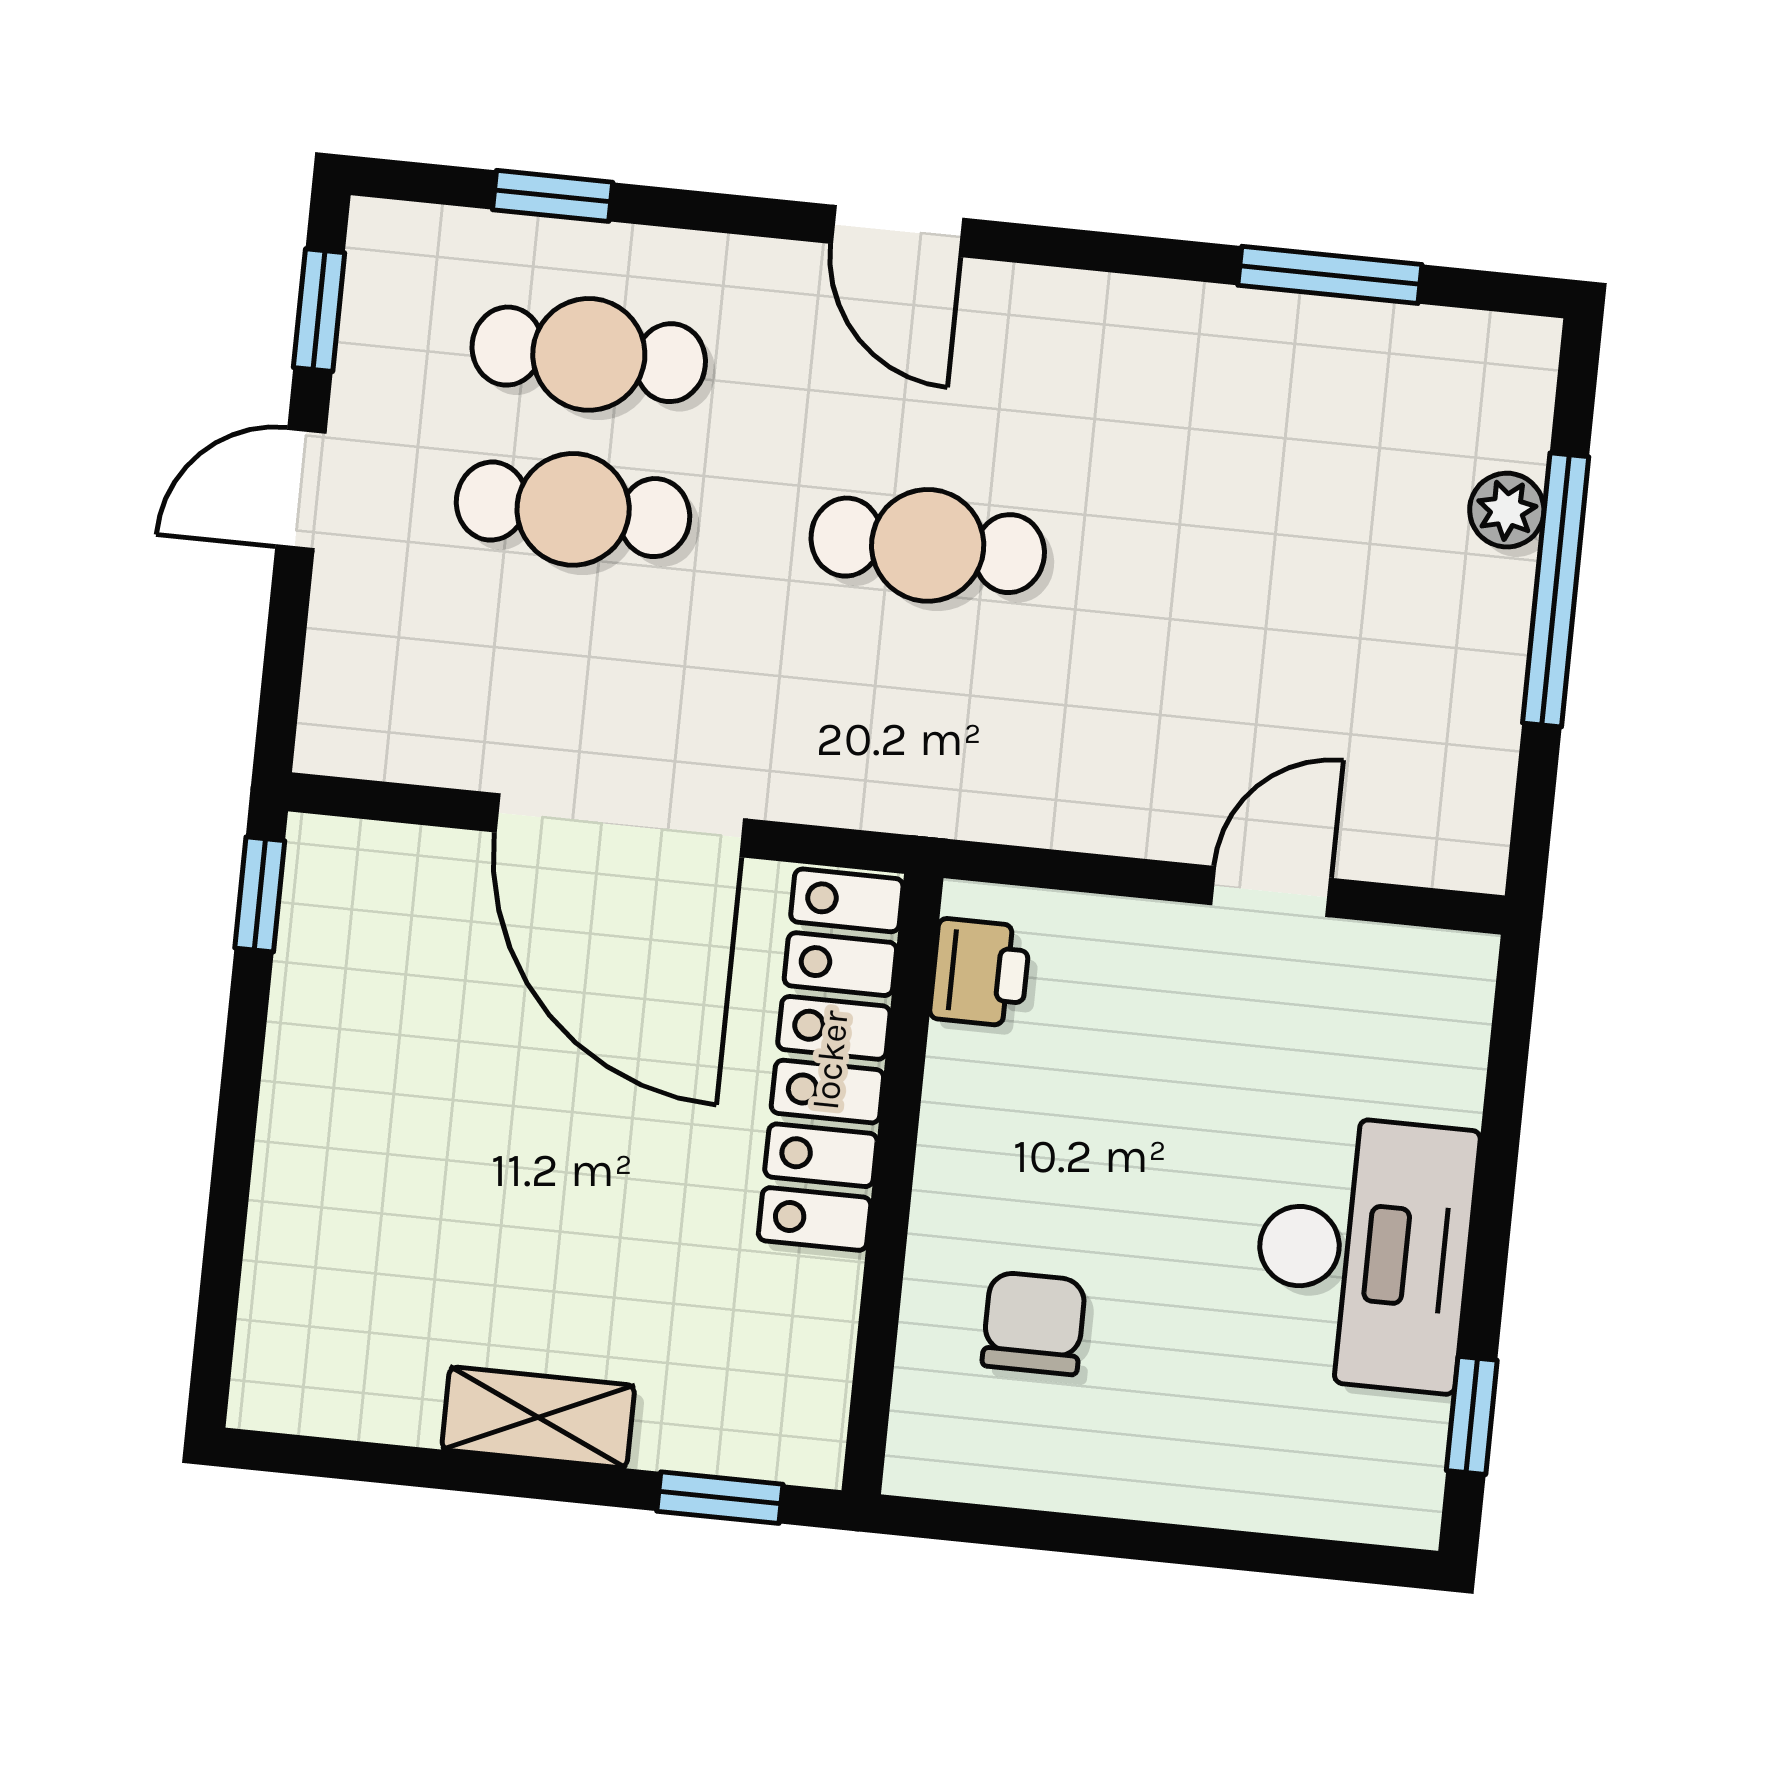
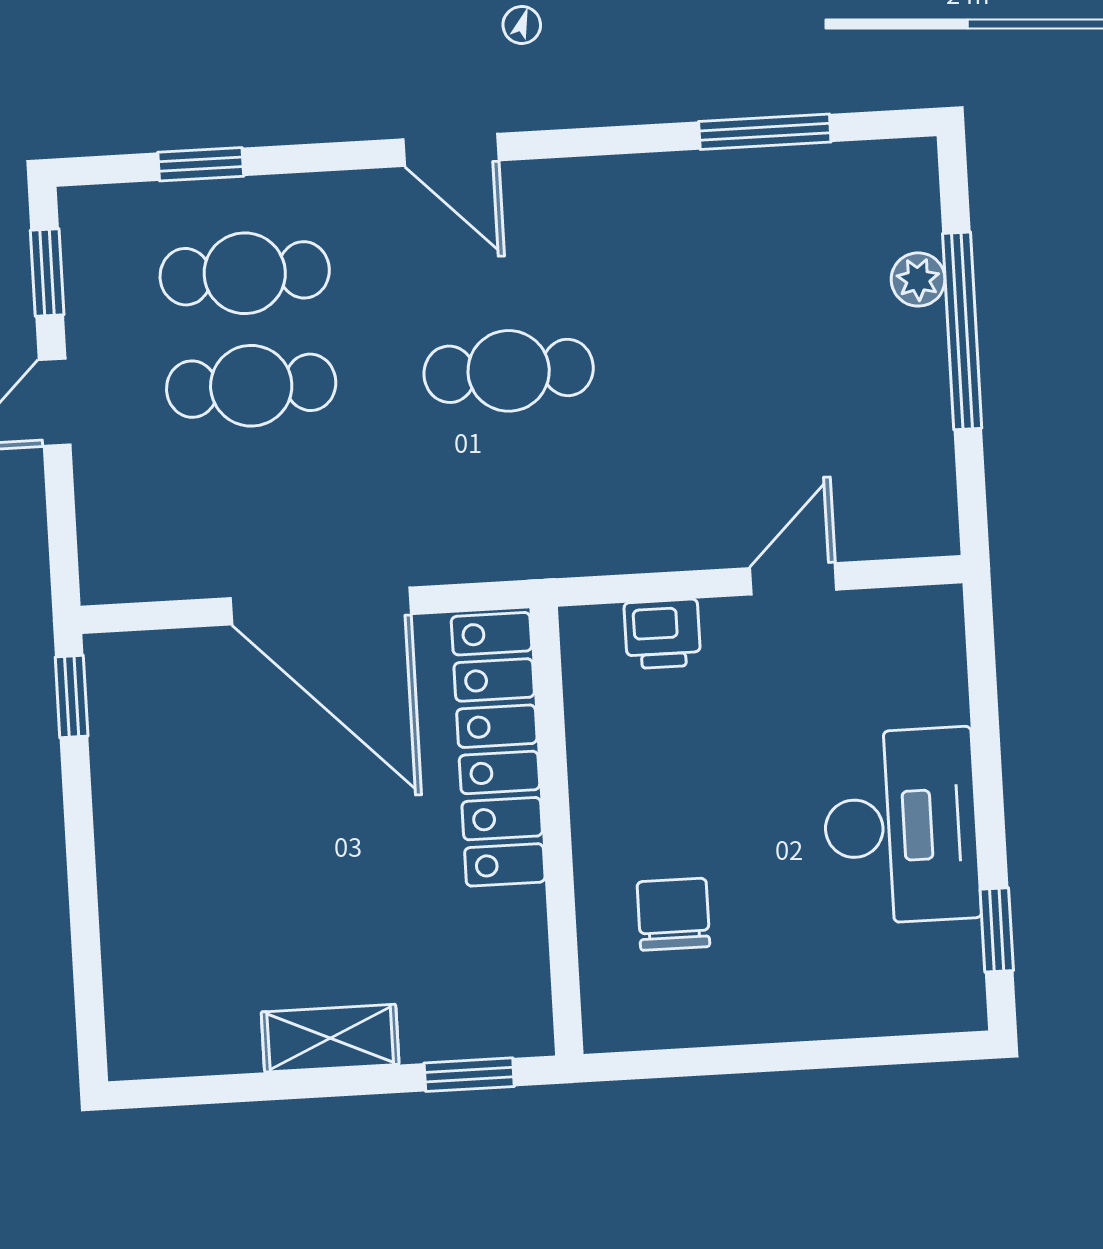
printer: (980, 973) -> (662, 634), moved, turned 90

